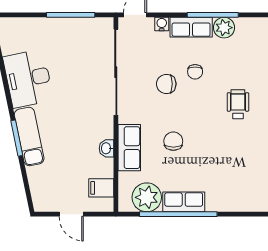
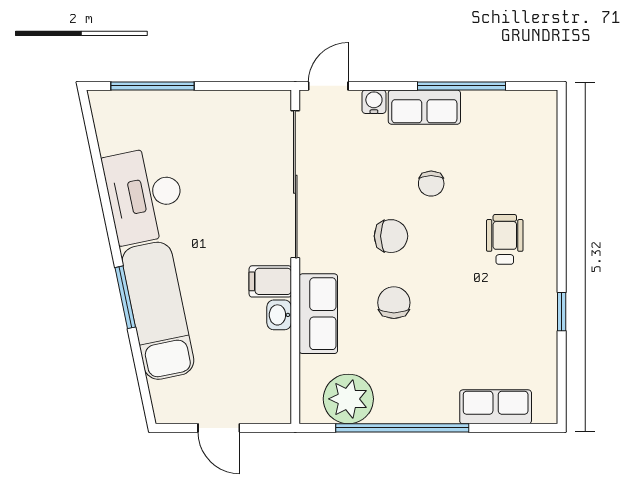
window: (71, 15) -> (152, 86), moved
plant: (224, 28) -> (481, 108), removed
chair: (166, 84) -> (391, 236), moved, turned 180
exam couch: (29, 136) -> (158, 311), width x1.36, depth x1.45
filing cabinet: (101, 188) -> (270, 281), moved
row of seats: (184, 202) -> (496, 407), moved

